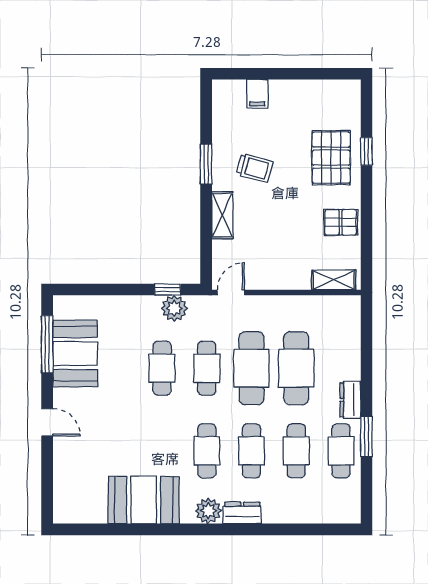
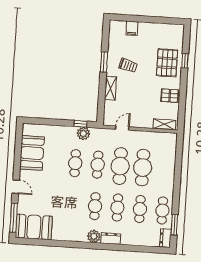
door: (231, 293) -> (122, 128), moved
window: (47, 344) -> (14, 218), moved
dresser: (350, 400) -> (165, 238), moved
window: (366, 436) -> (174, 225), moved
booth: (144, 500) -> (34, 227), moved

